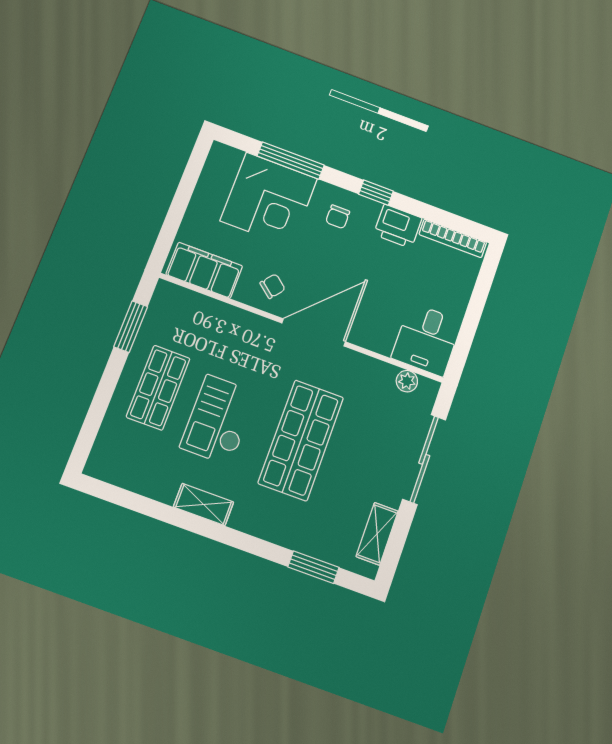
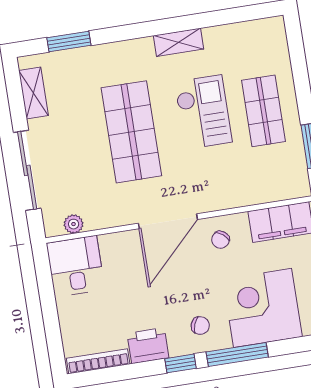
window: (291, 161) -> (237, 354), moved
chair: (338, 217) -> (200, 326), turned 110

